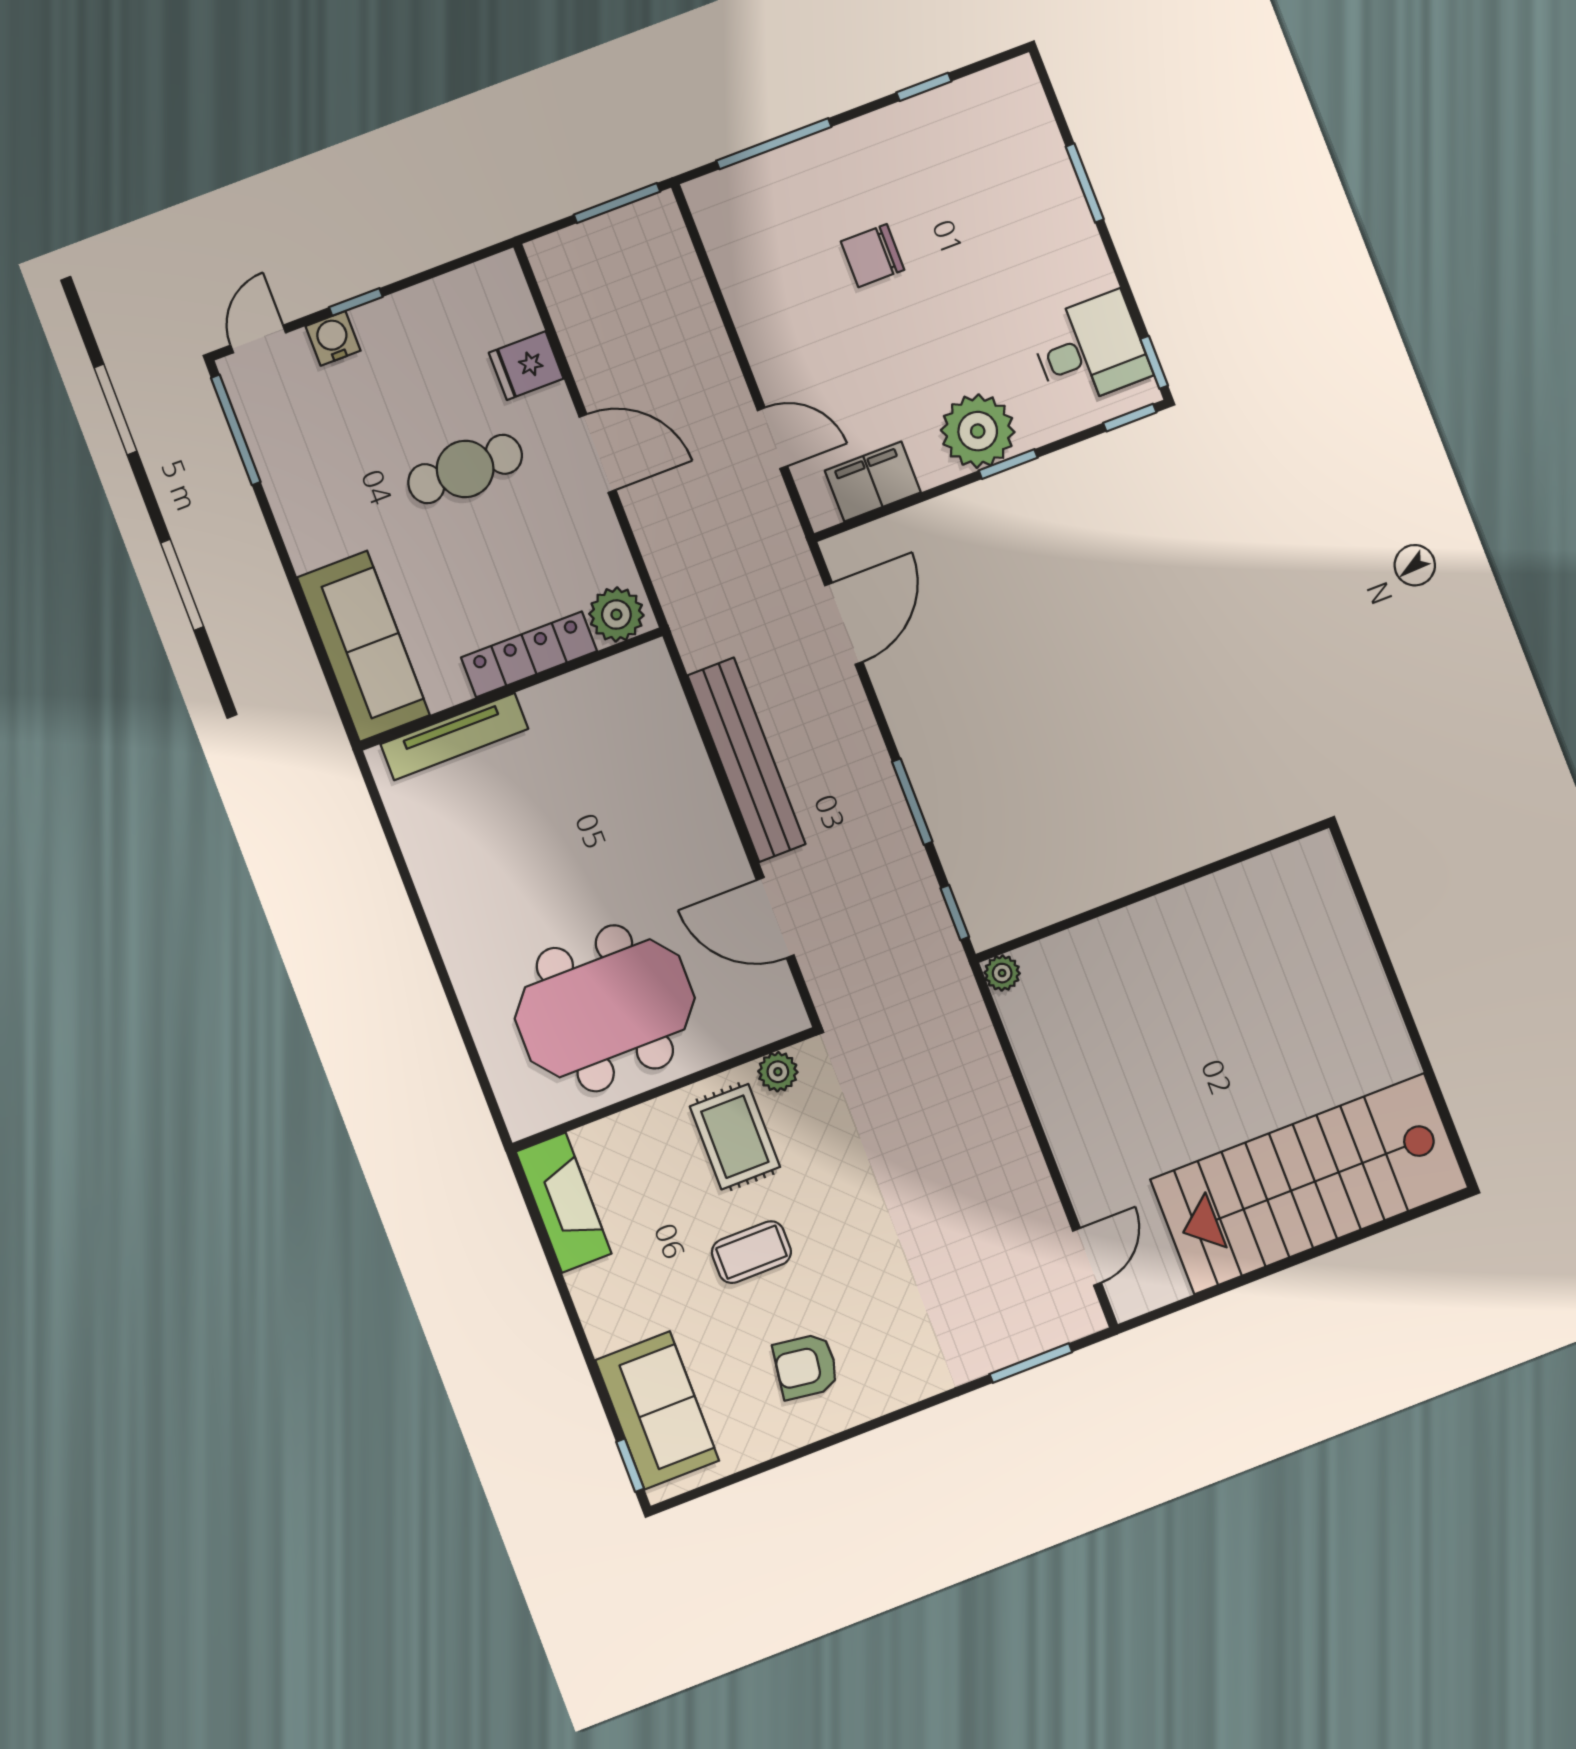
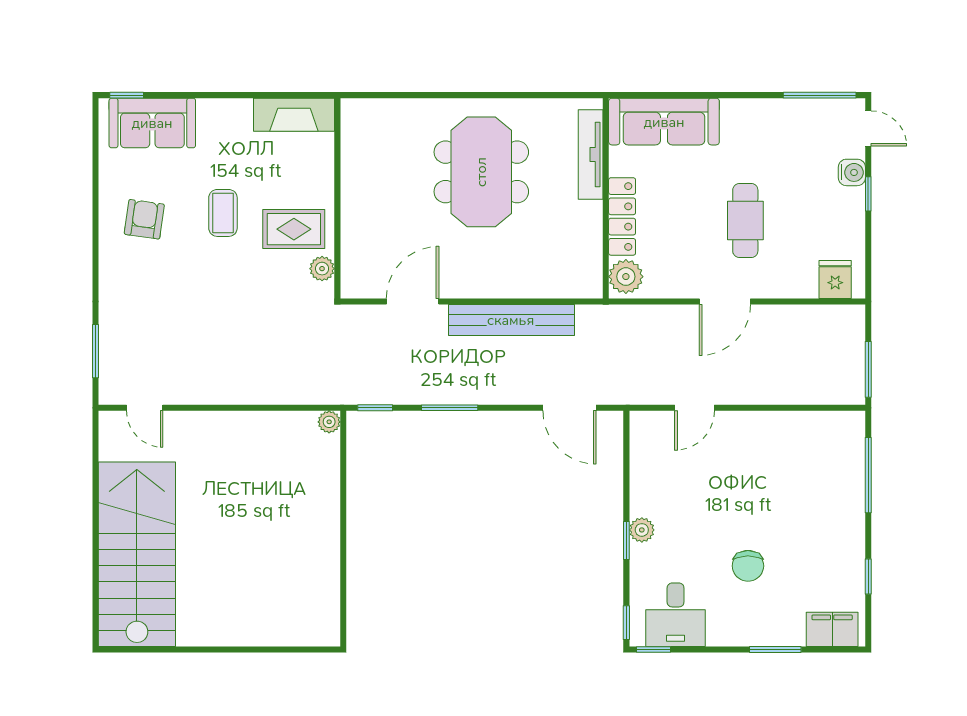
chair: (873, 256) -> (748, 566), moved, turned 180
fridge: (526, 366) -> (835, 280), moved
plant: (978, 431) -> (642, 530), width x0.53, depth x0.53
filing cabinet: (873, 481) -> (832, 629), moved, turned -90
meeting table: (605, 1008) -> (481, 172), moved

